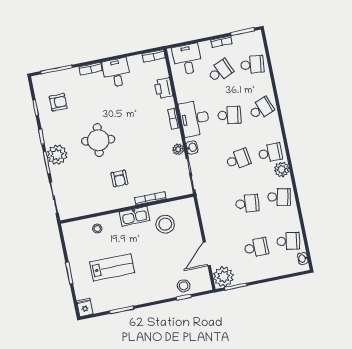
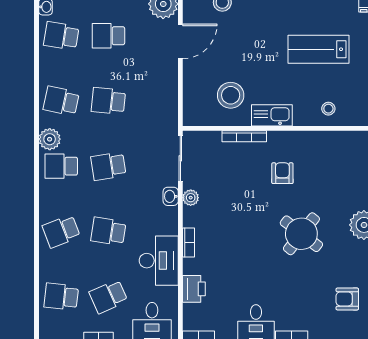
desk: (194, 118) -> (159, 261), moved
round table: (98, 140) -> (301, 234), turned 31

